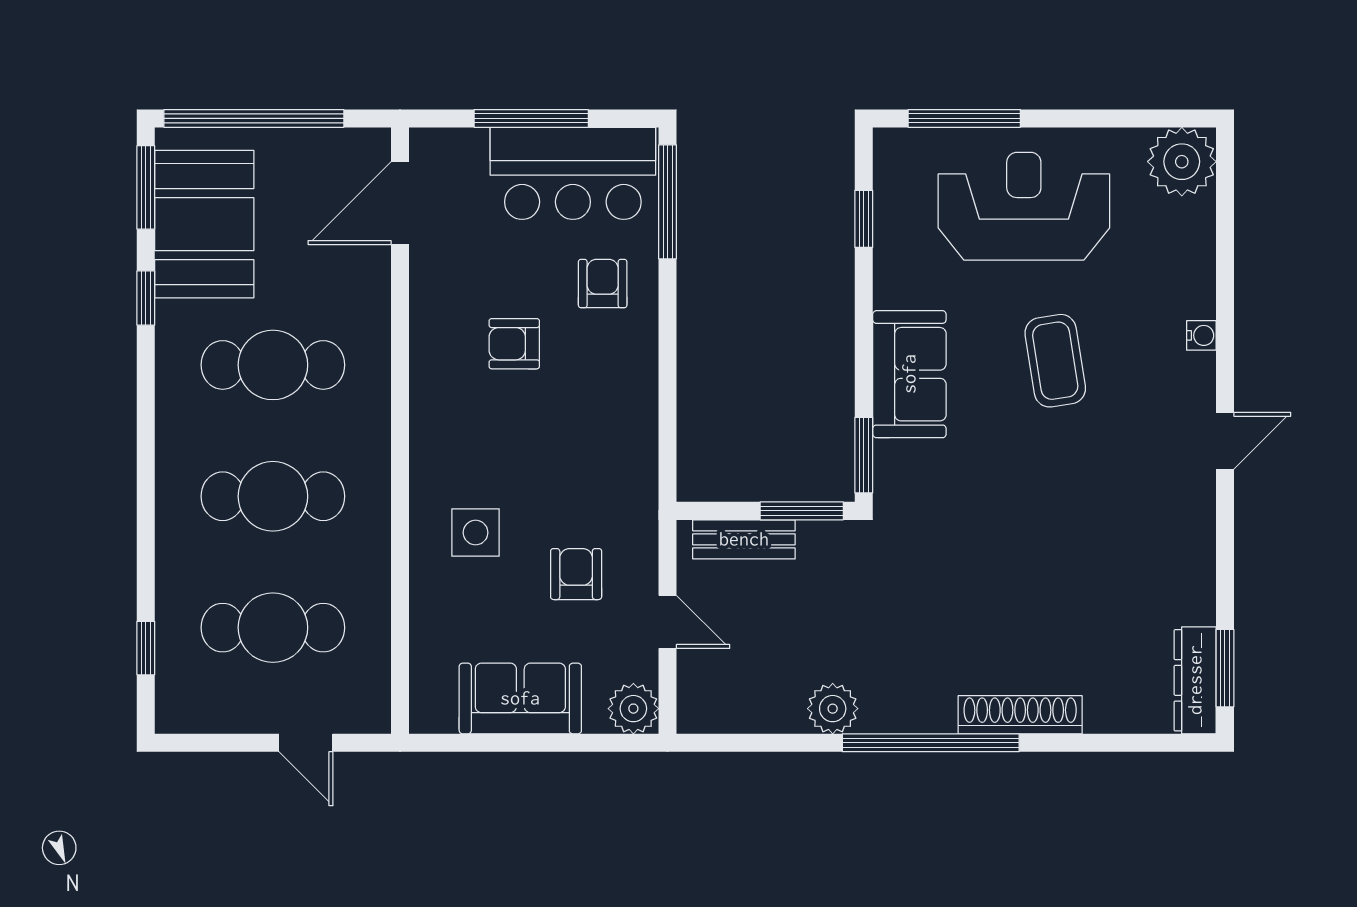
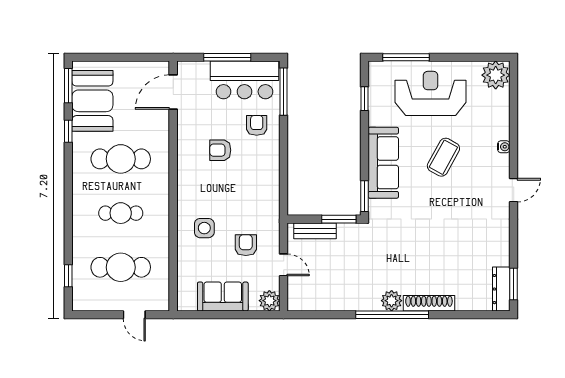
window: (254, 118) -> (113, 57), removed
coffee table: (1055, 361) -> (443, 157), turned 38
sofa: (909, 374) -> (383, 163), width x1.36
cafe table: (273, 496) -> (121, 213), width x0.73, depth x0.74
plant: (833, 709) -> (392, 301), moved

